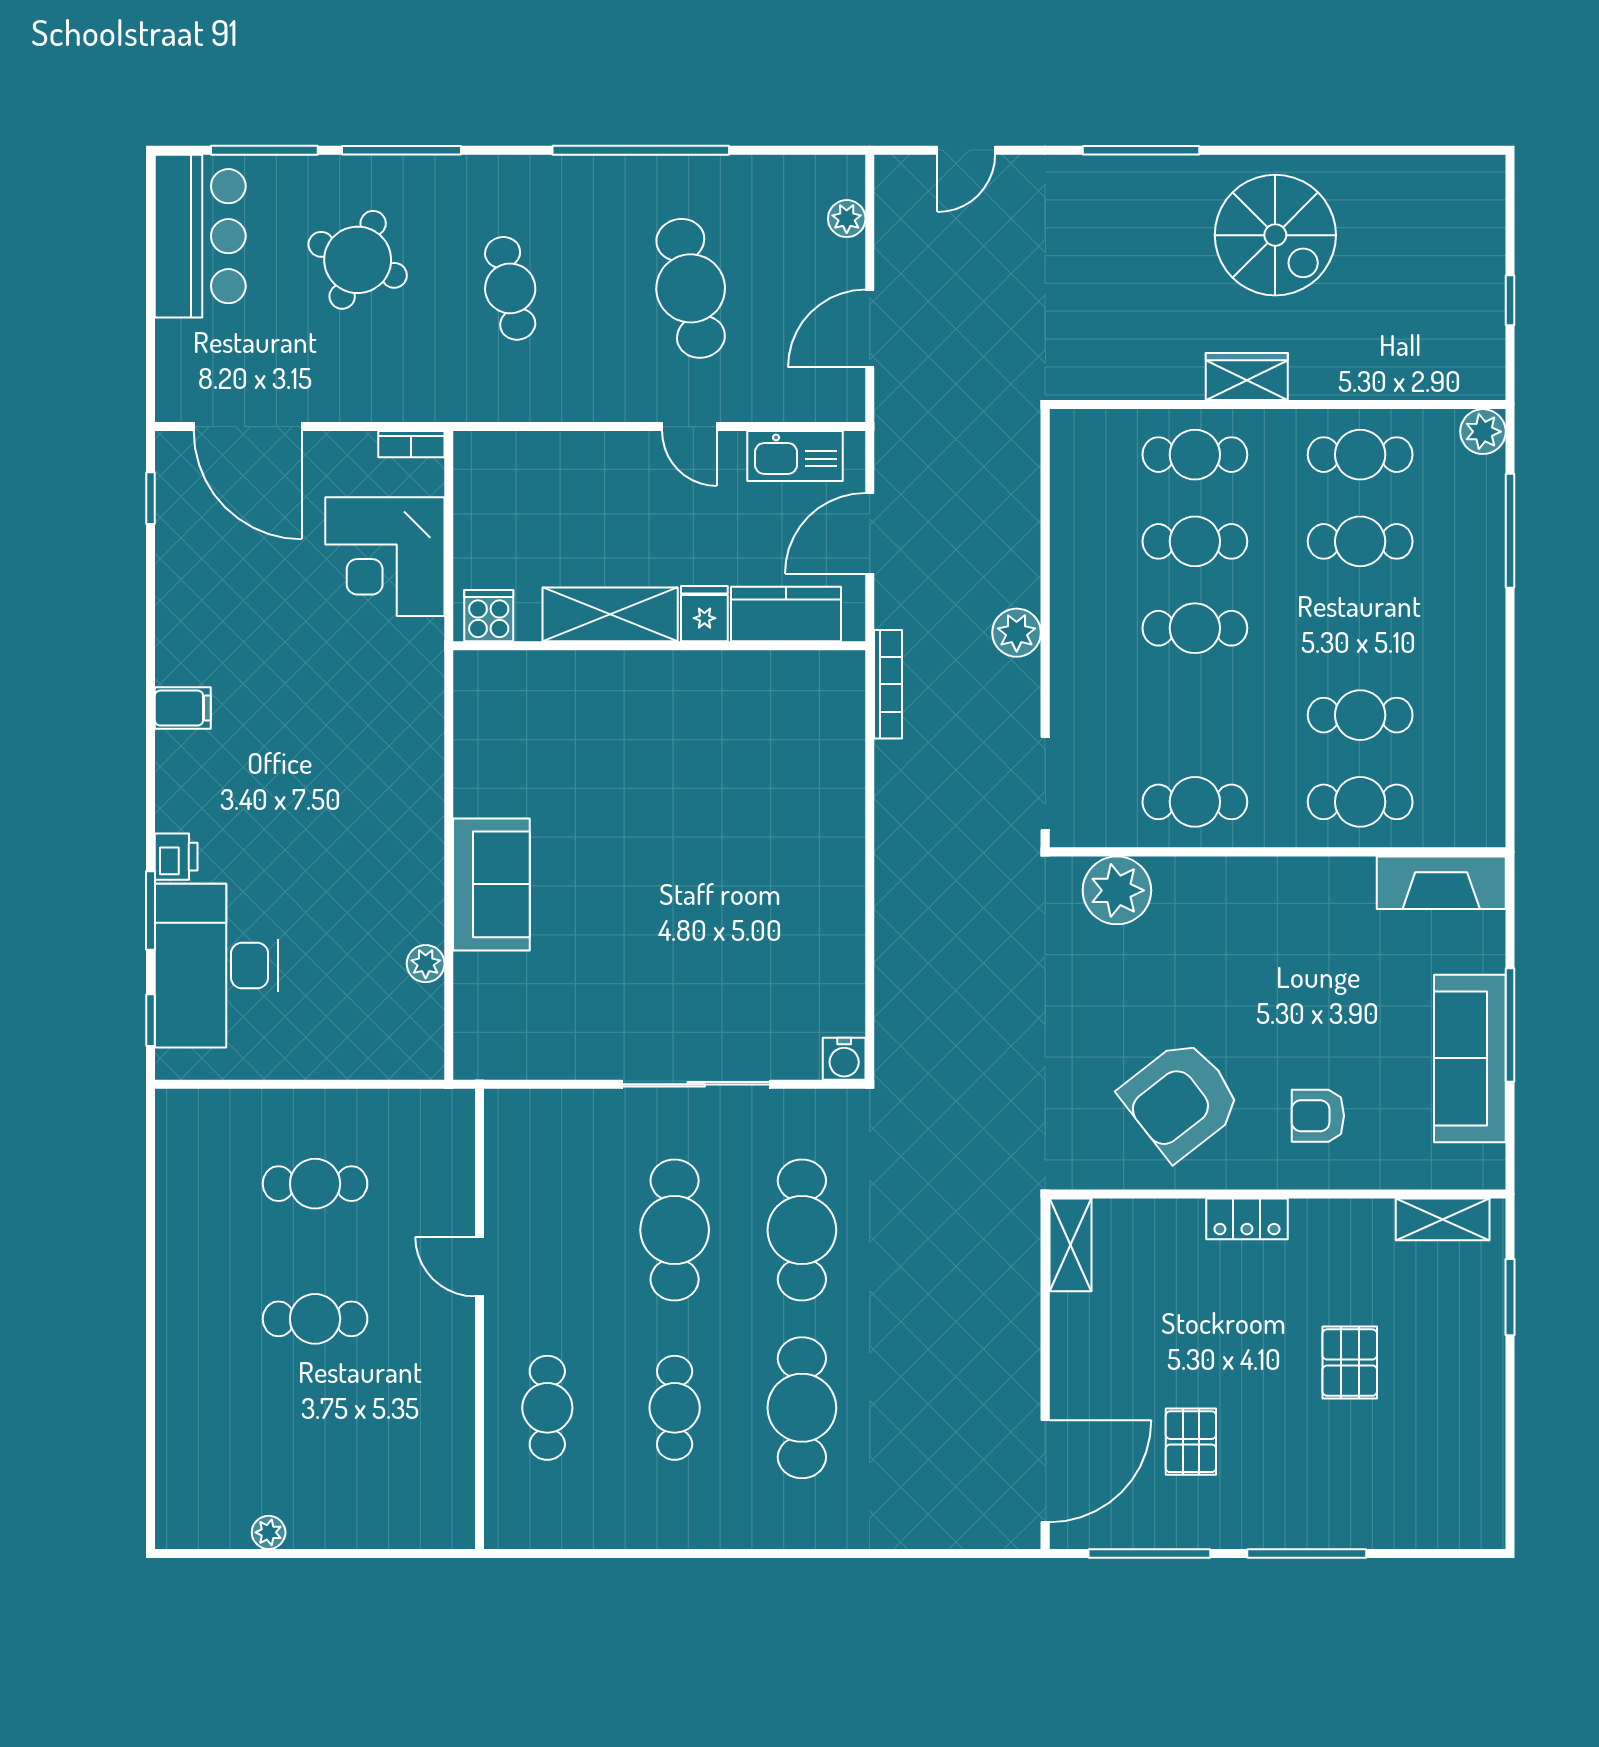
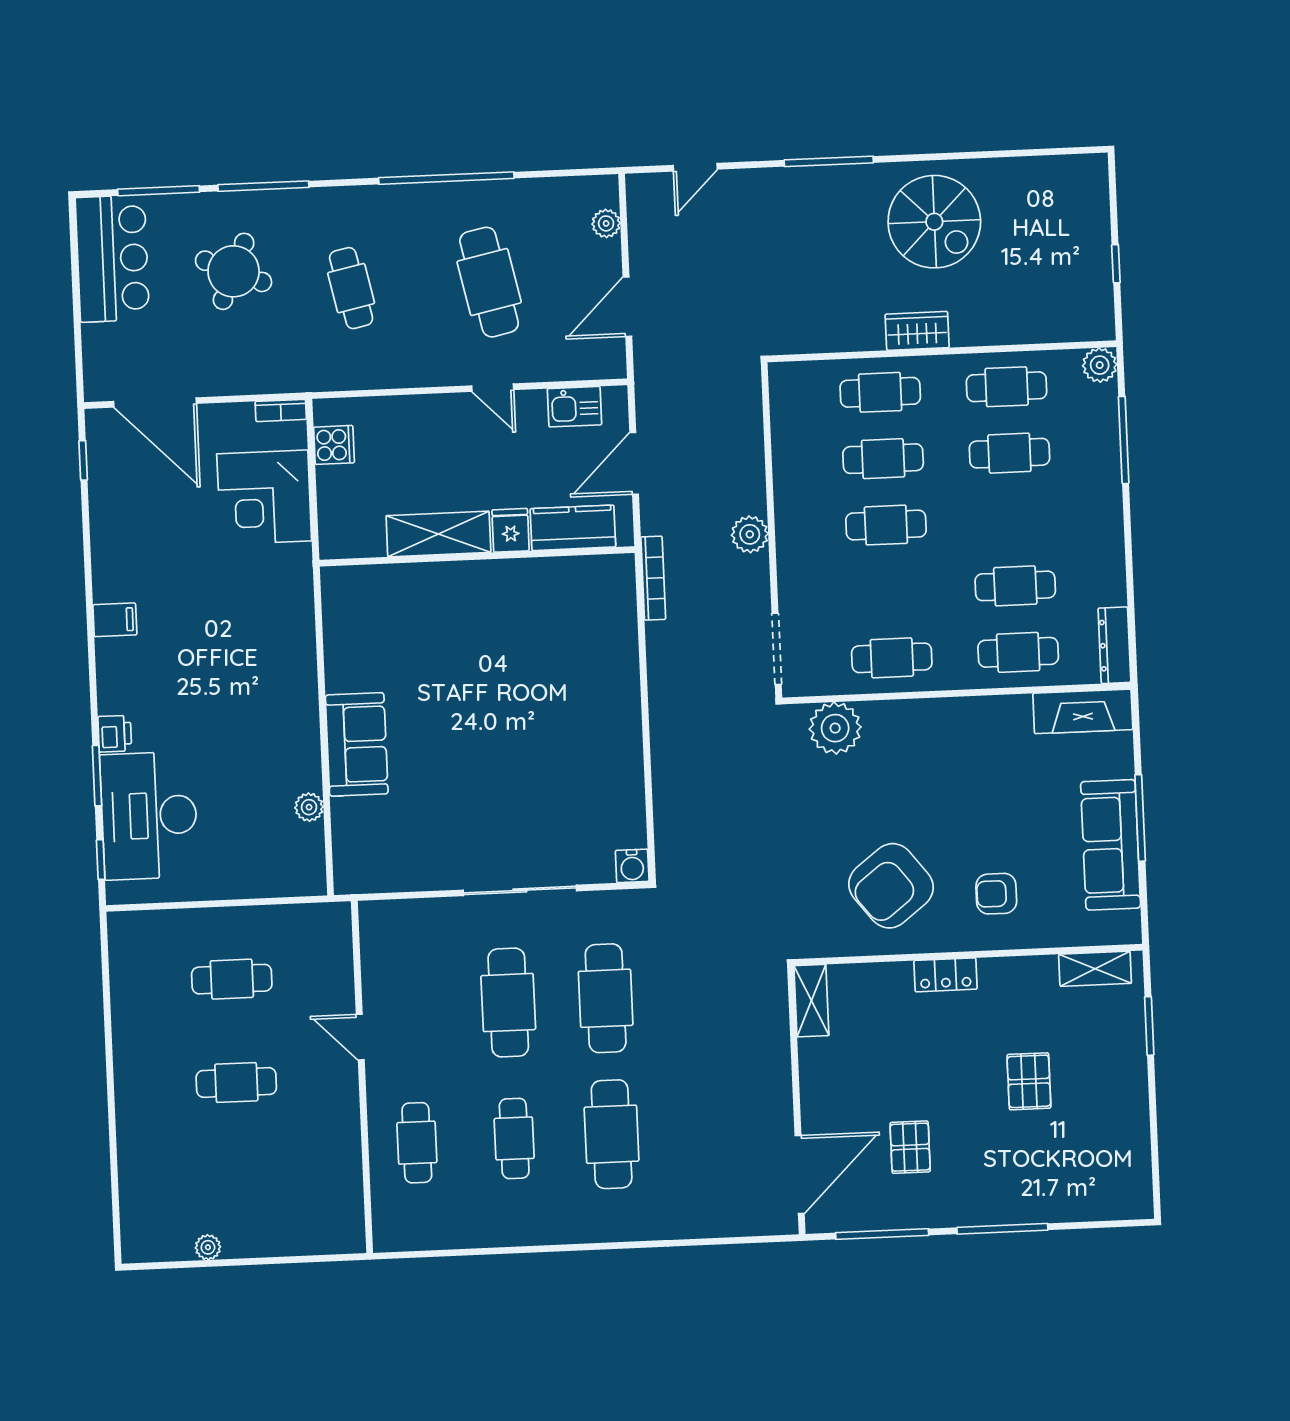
kitchen sink: (795, 456) -> (575, 407), width x0.73
cooker: (489, 616) -> (334, 445), moved, turned 90
dresser: (1486, 798) -> (1114, 645), added

